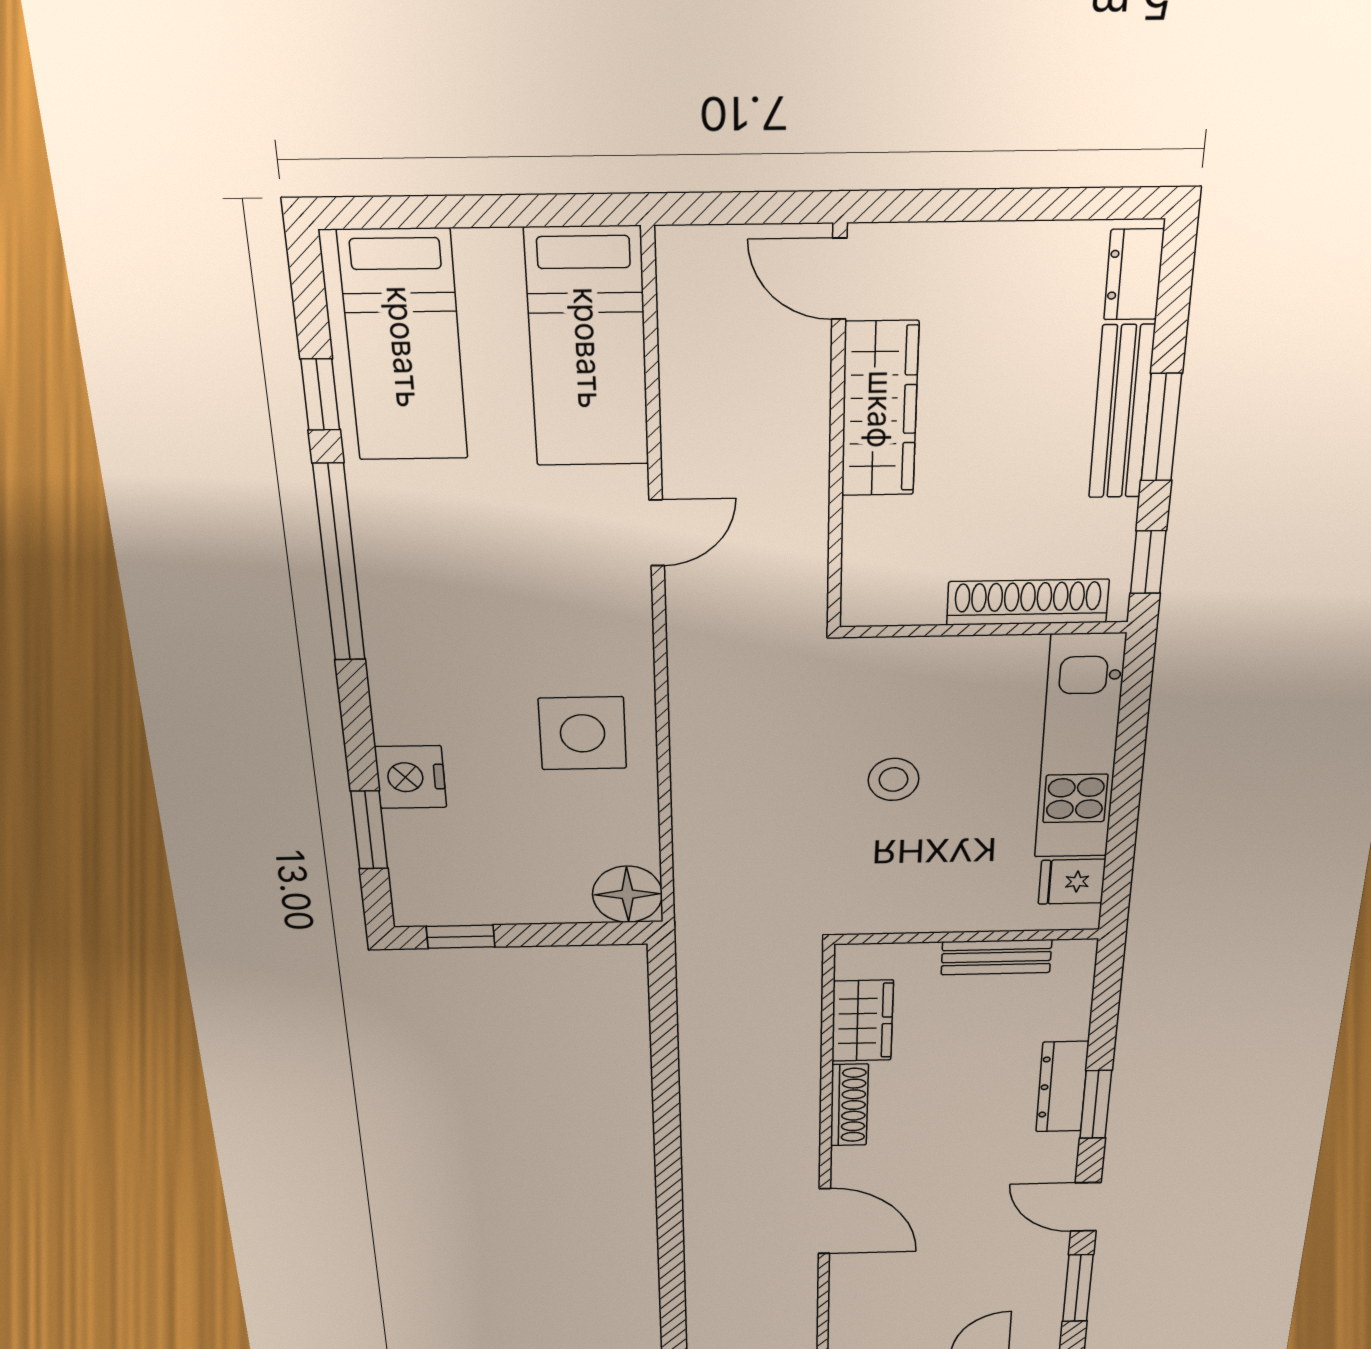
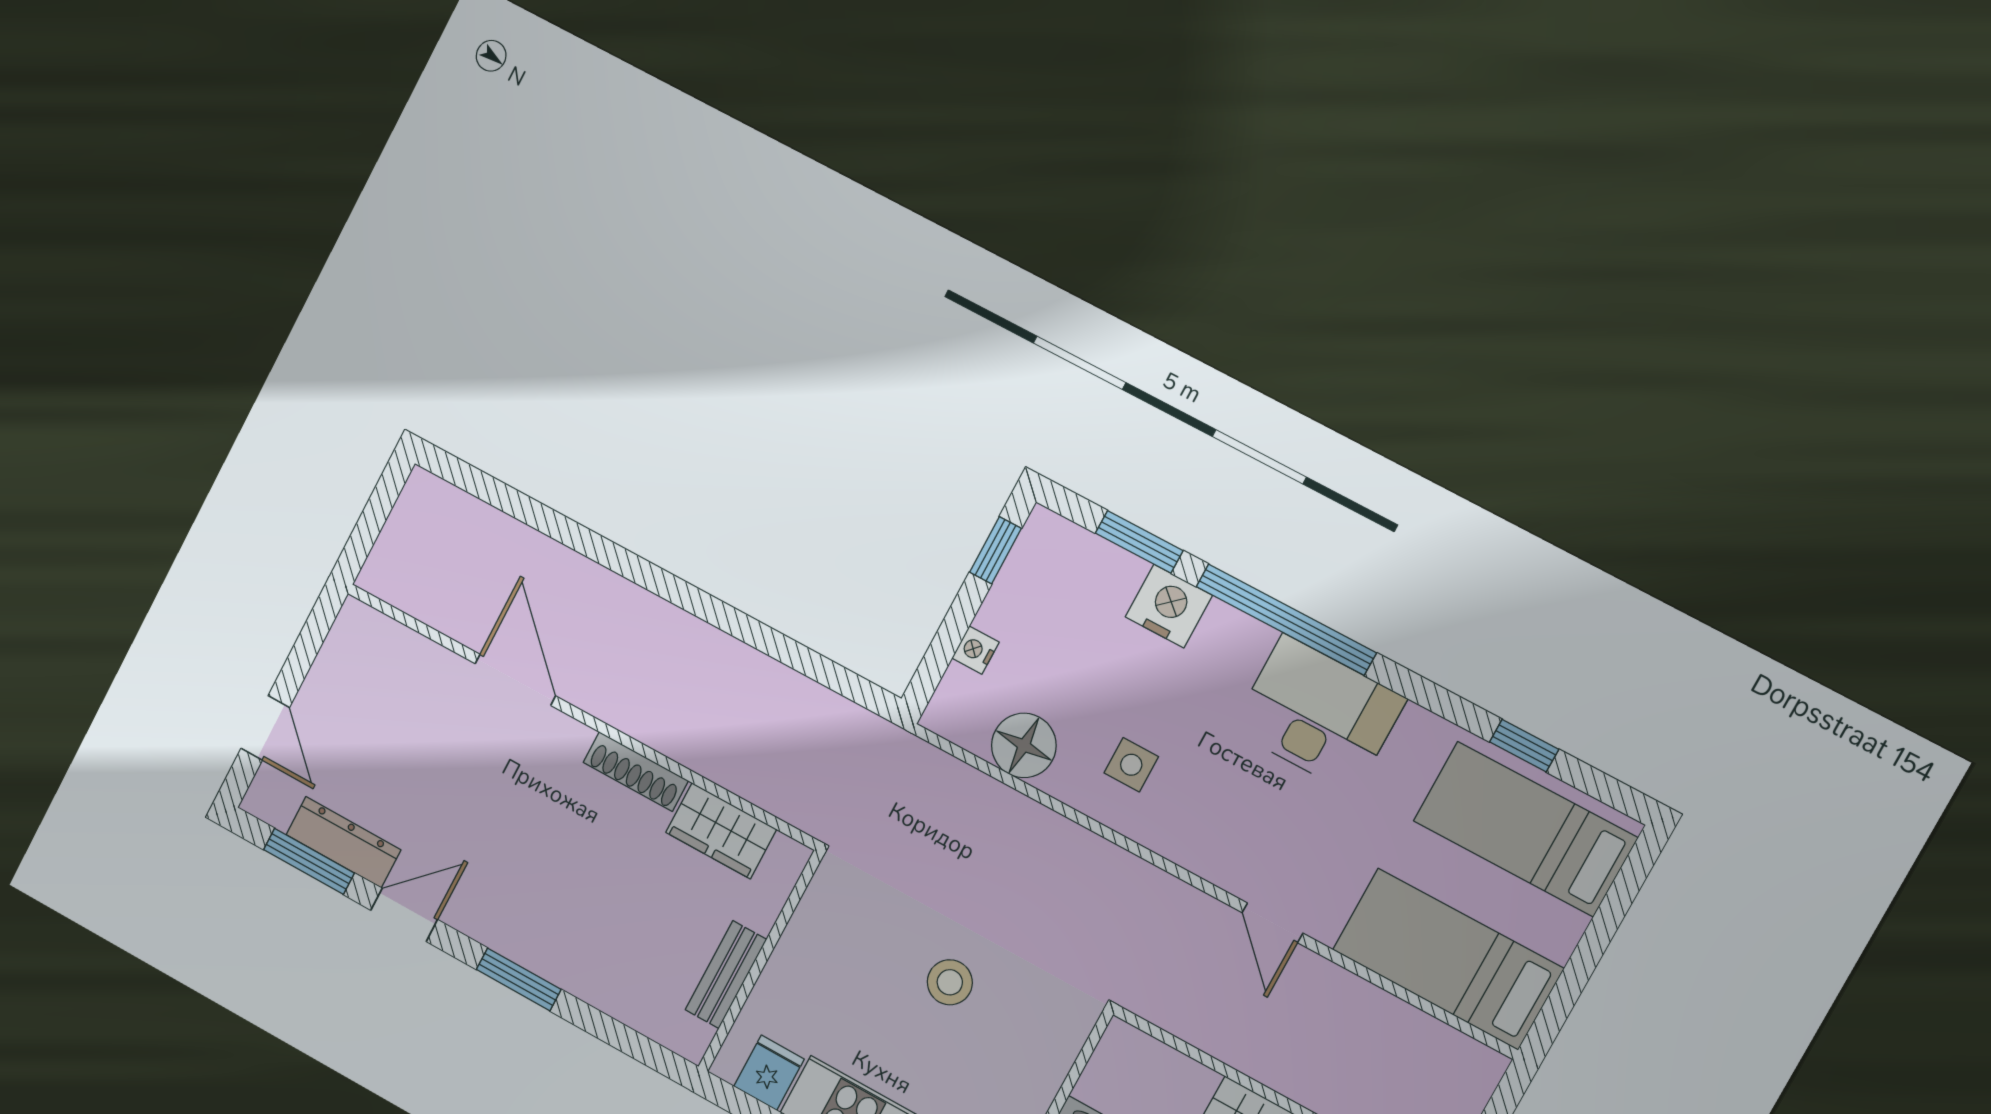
window: (339, 564) -> (1286, 620), moved
desk: (422, 599) -> (1318, 714), added
side table: (583, 733) -> (1131, 765), width x0.54, depth x0.54
floor lamp: (627, 894) -> (1024, 745), moved
nightstand: (563, 909) -> (976, 650), added
dresser: (1062, 1087) -> (343, 842), moved
door: (824, 1221) -> (515, 680), swing flipped

